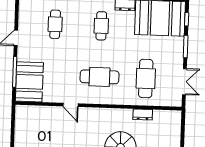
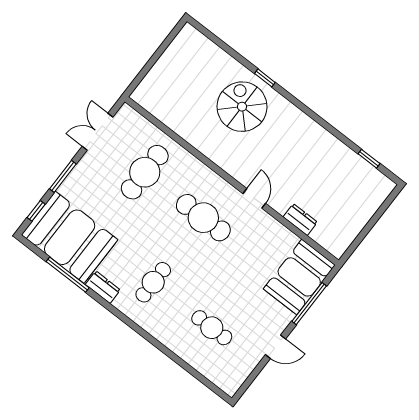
cafe table: (55, 24) -> (212, 328), turned 90
door: (71, 105) -> (254, 198), moved
dresser: (143, 115) -> (300, 220), moved

